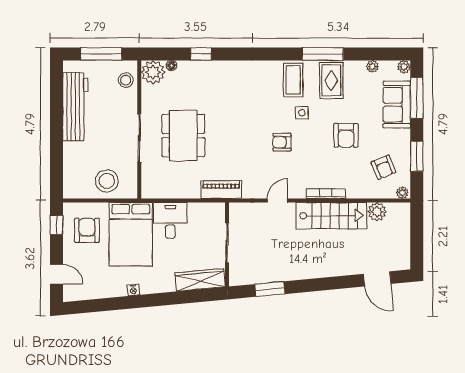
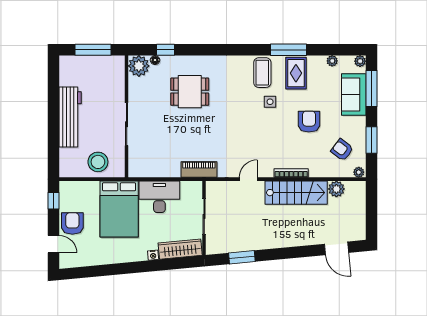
window: (201, 54) -> (166, 50), moved
stool: (126, 80) -> (115, 73), removed
workbench: (75, 107) -> (70, 117), moved
armchair: (346, 135) -> (309, 122), turned 180
dining table: (183, 136) -> (190, 92), moved, width x0.73
armchair: (282, 142) -> (252, 128), removed
armchair: (384, 167) -> (342, 150), turned 149
desk: (170, 220) -> (159, 197), width x1.37
armchair: (87, 230) -> (72, 223), moved
nightstand: (133, 290) -> (153, 255), moved

